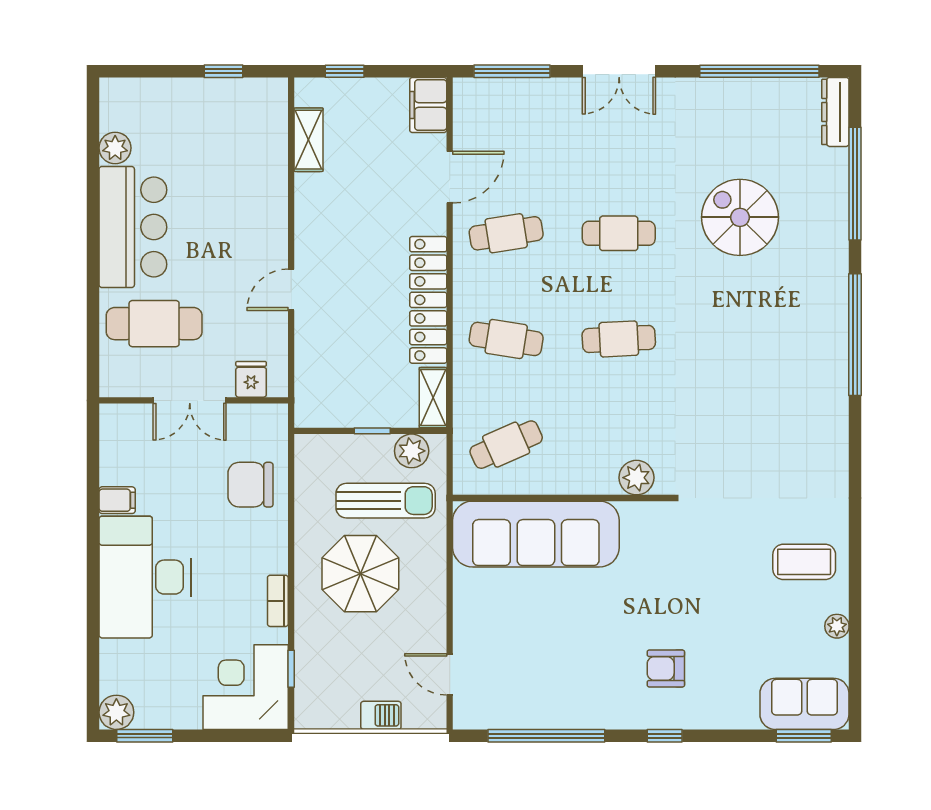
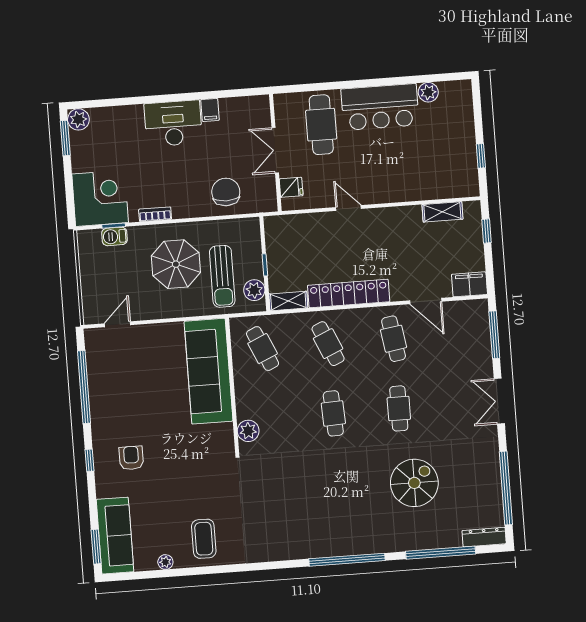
cafe table: (506, 339) -> (328, 344), turned -33
desk: (145, 577) -> (173, 123), width x0.73, depth x0.77
sofa: (804, 704) -> (115, 536), width x1.36
barbecue: (381, 715) -> (114, 236), moved, turned 90

